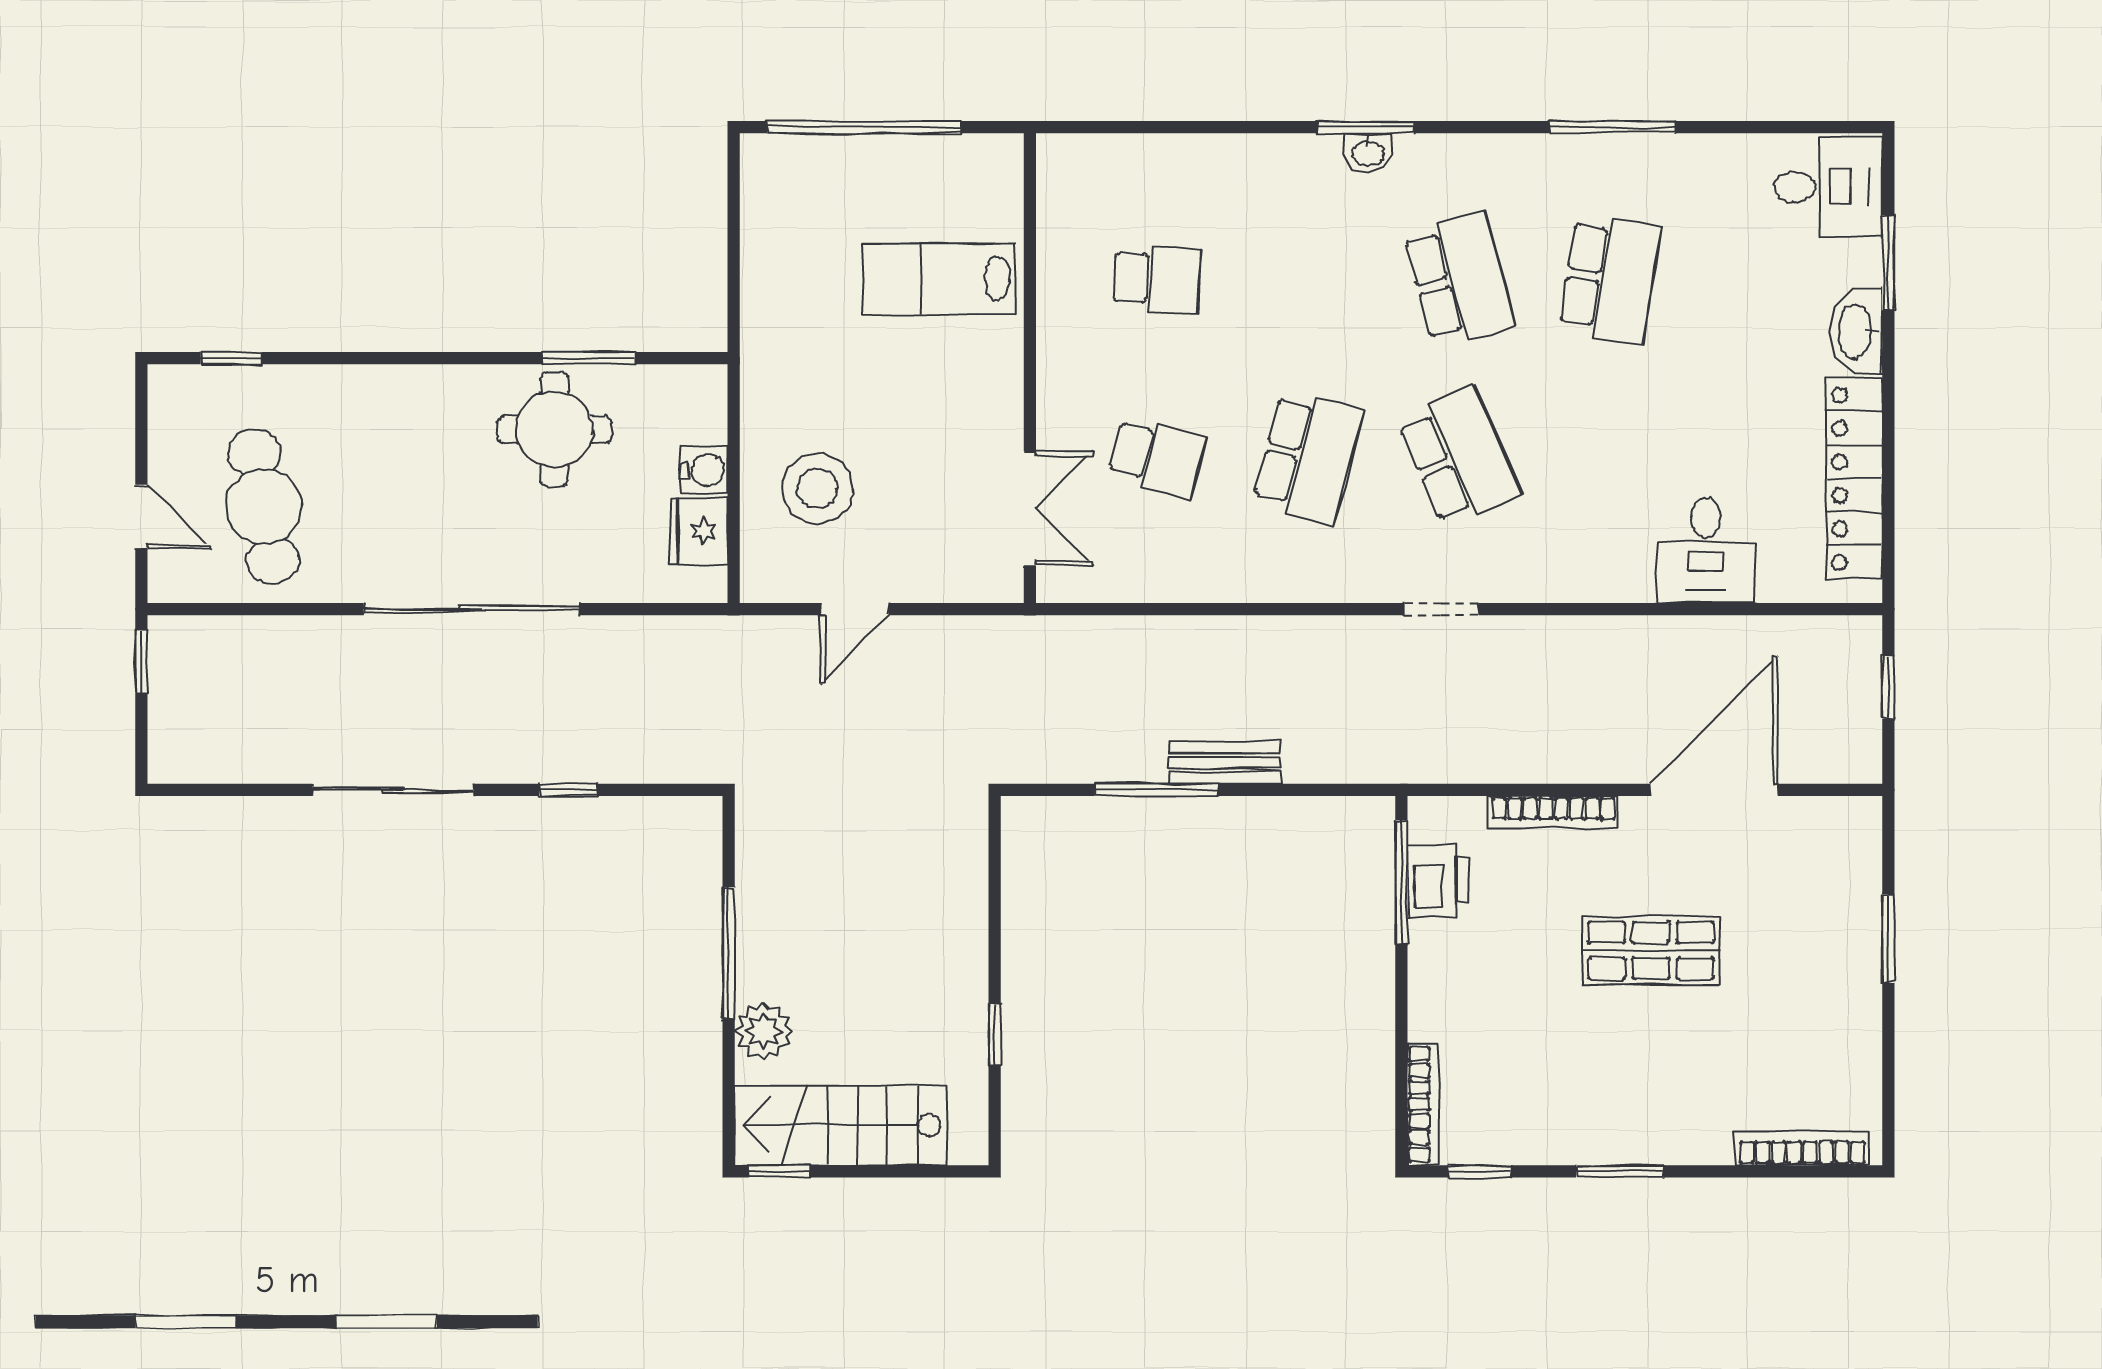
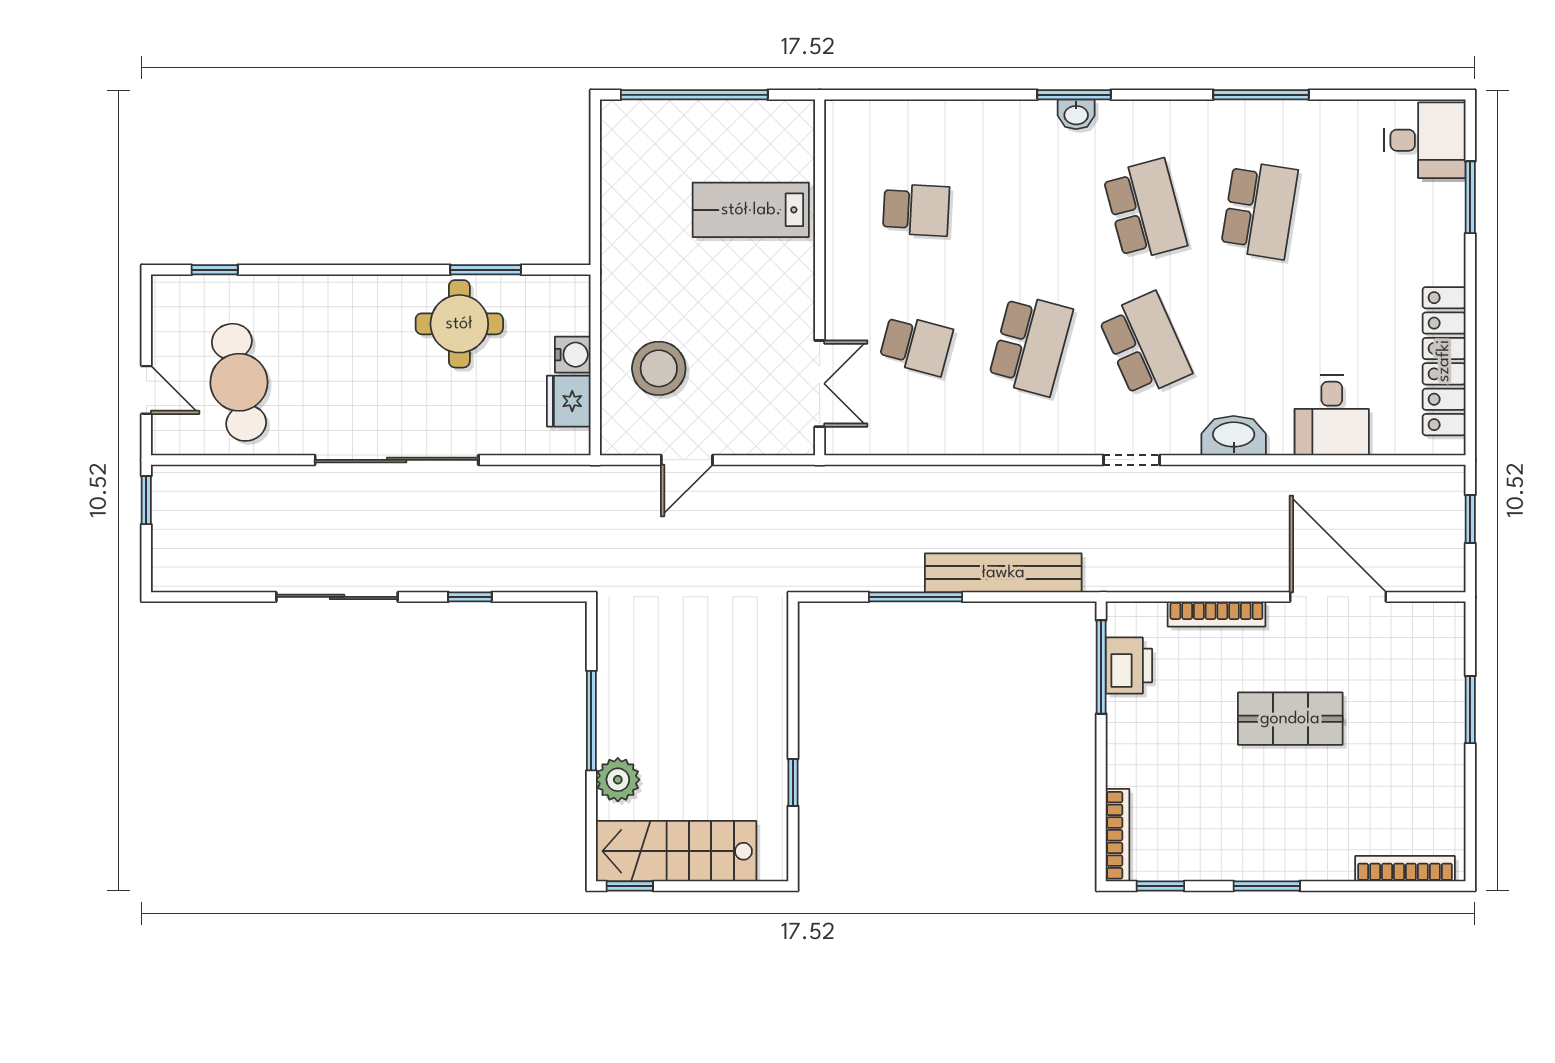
washbasin: (1856, 331) -> (1234, 436), moved, turned 90
bench: (1224, 763) -> (1003, 573), width x1.86, depth x1.21
door: (1714, 790) -> (1338, 597), hinge flipped

